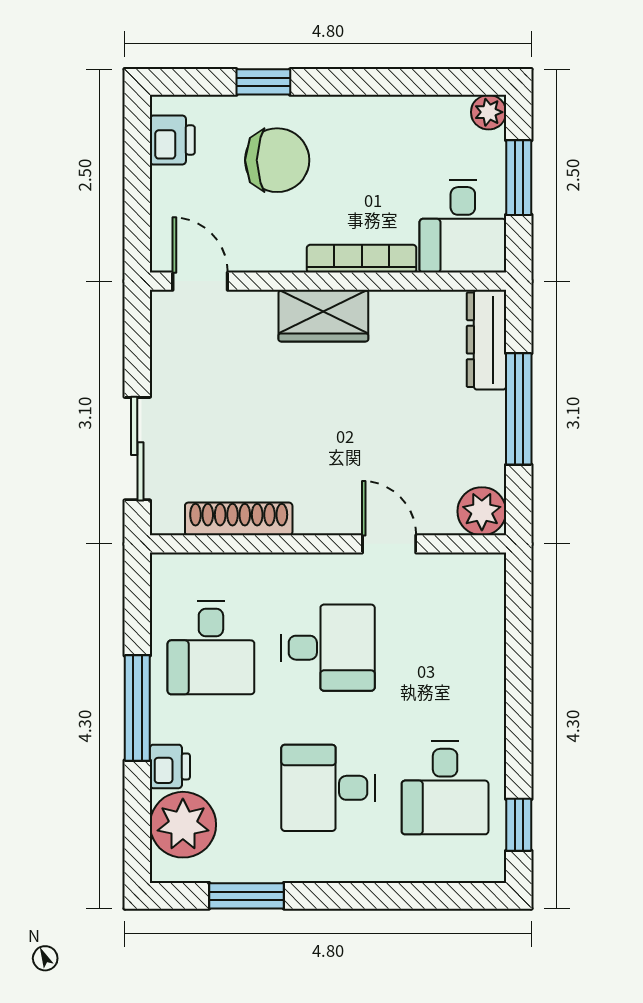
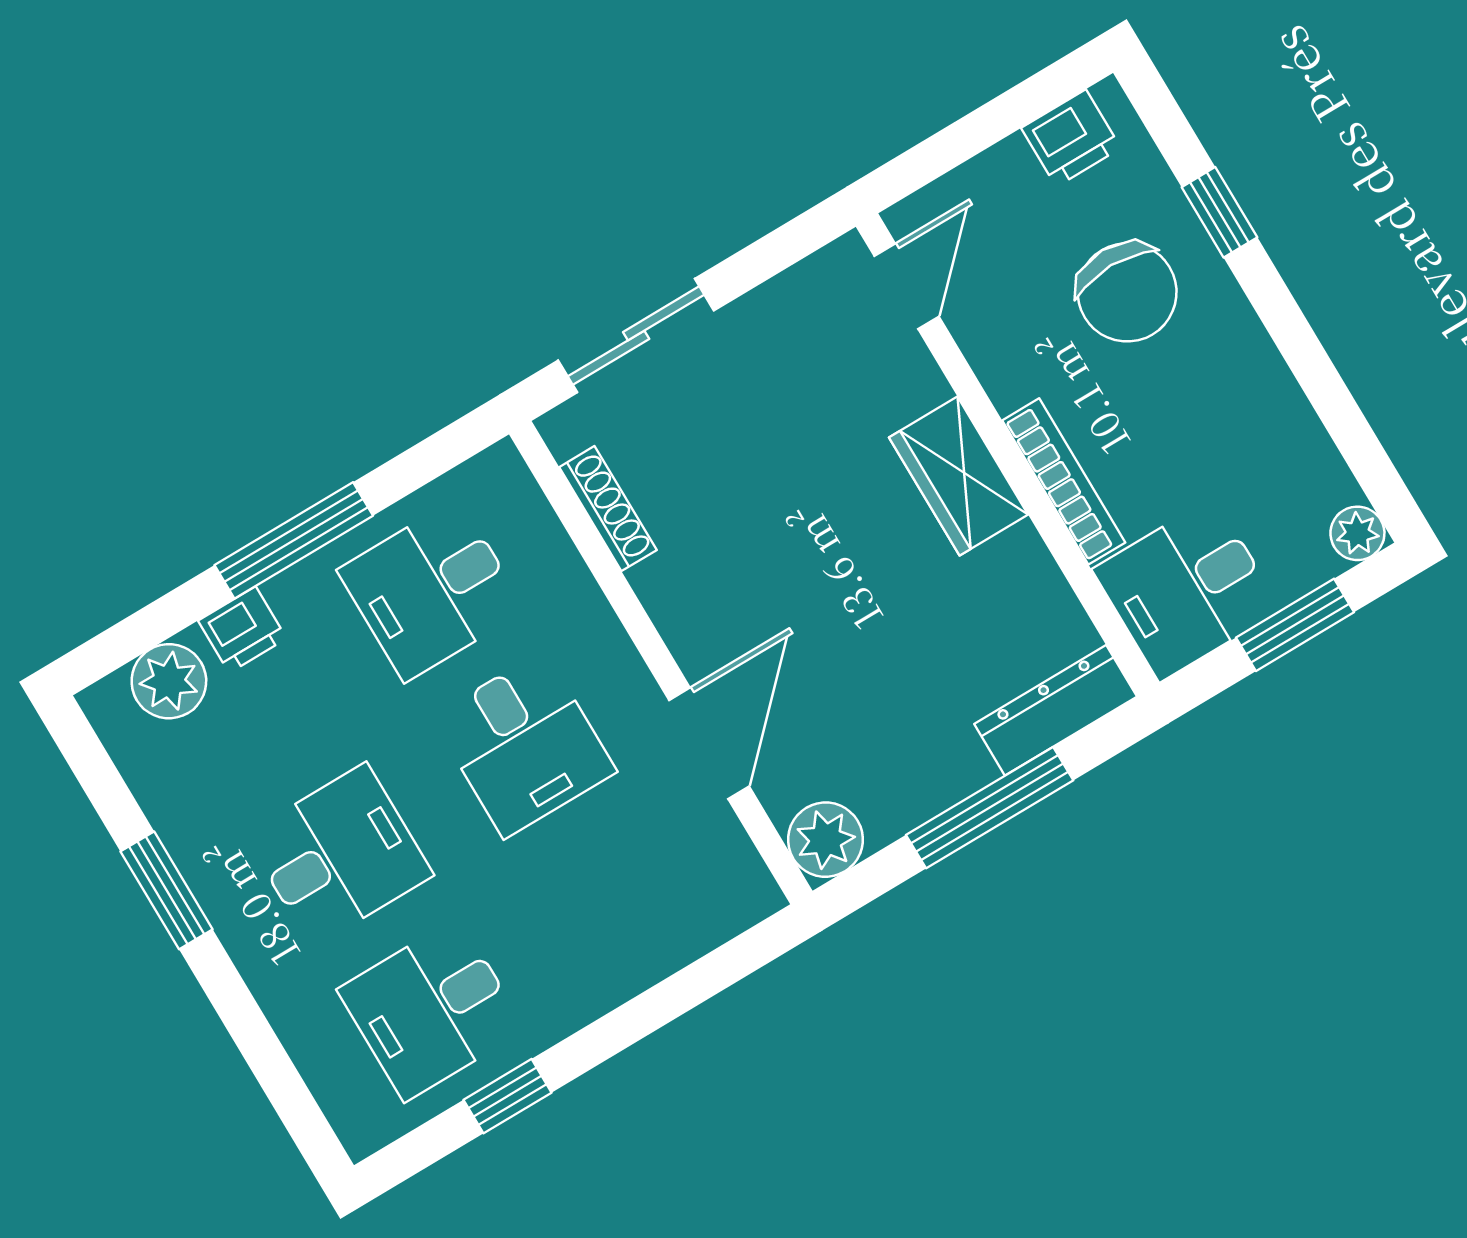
shoe rack: (239, 519) -> (608, 509), width x0.74, depth x0.81
door: (389, 544) -> (709, 743), width x1.38
desk: (328, 788) -> (339, 855), turned 90
plant: (183, 825) -> (169, 681), width x0.73, depth x0.73
window: (519, 825) -> (507, 1096), moved
window: (247, 896) -> (167, 890), moved

